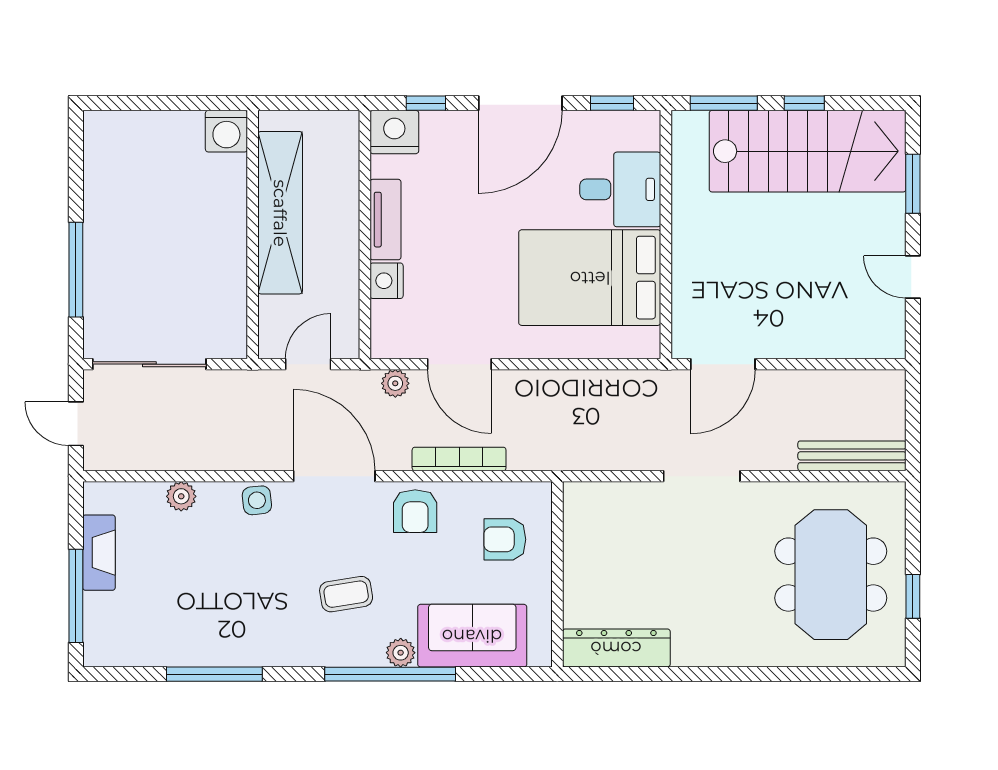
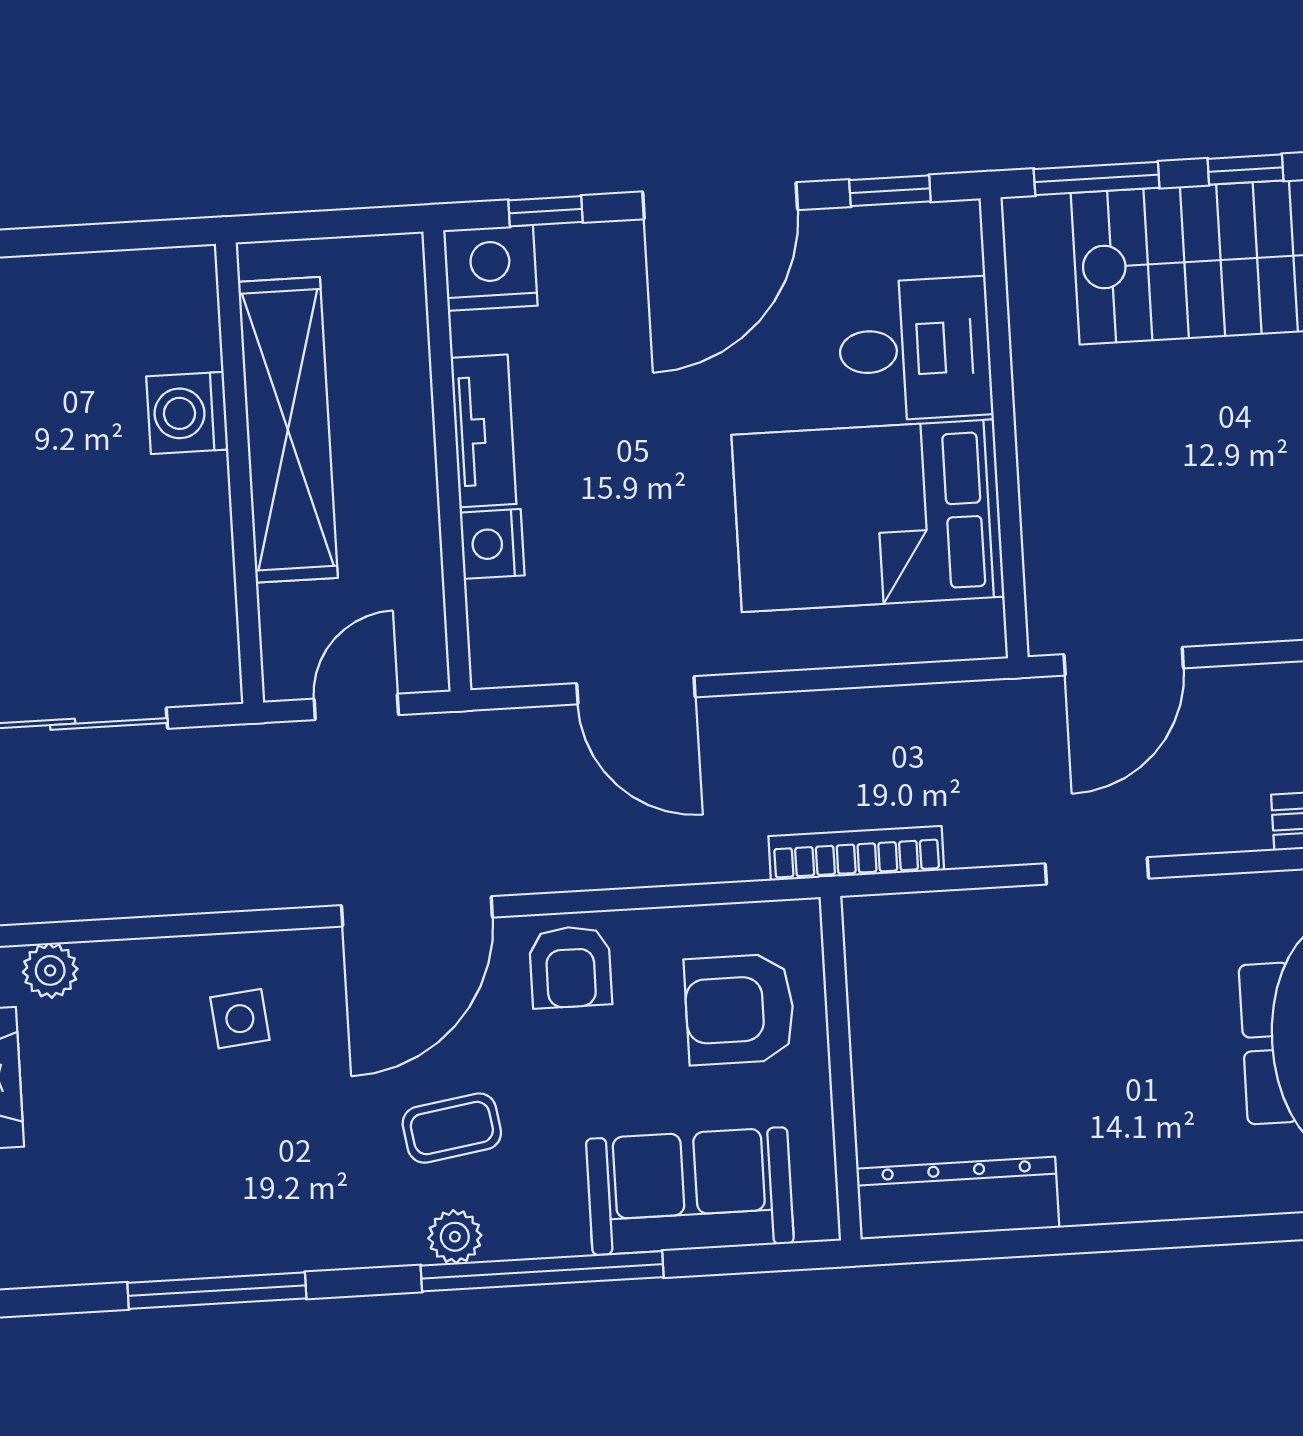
washing machine: (226, 131) -> (187, 413), moved, turned 90
plant: (395, 383) -> (520, 733), removed
bookcase: (459, 459) -> (856, 853), moved
door: (334, 476) -> (417, 911), swing flipped
doorway: (702, 476) -> (1097, 871), width x0.73
plant: (181, 496) -> (50, 970), moved
side table: (257, 500) -> (240, 1019), moved
armchair: (505, 539) -> (740, 1009), width x1.38, depth x1.38
plant: (401, 653) -> (455, 1237), moved

